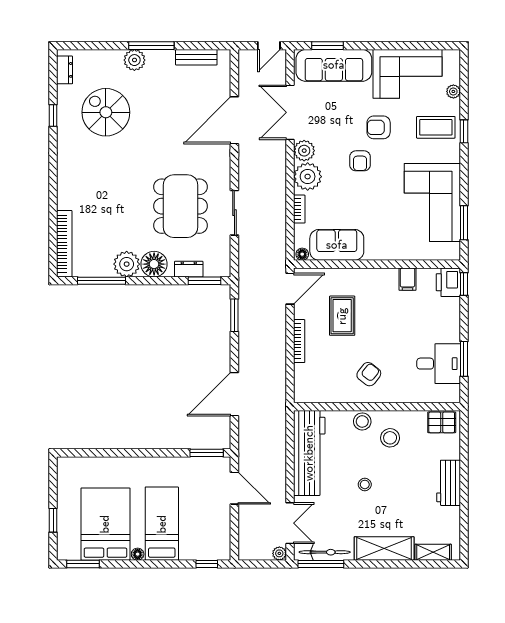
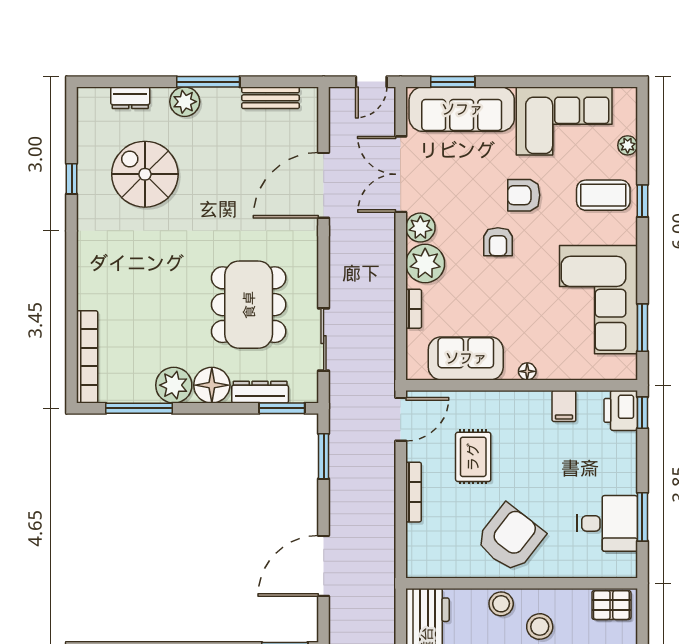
dresser: (65, 70) -> (130, 98), moved, turned 90
sliding door: (234, 213) -> (324, 340), moved
floor lamp: (302, 254) -> (527, 371), moved
dresser: (189, 269) -> (260, 392), width x1.44
armchair: (369, 374) -> (510, 538), width x1.88, depth x1.88

